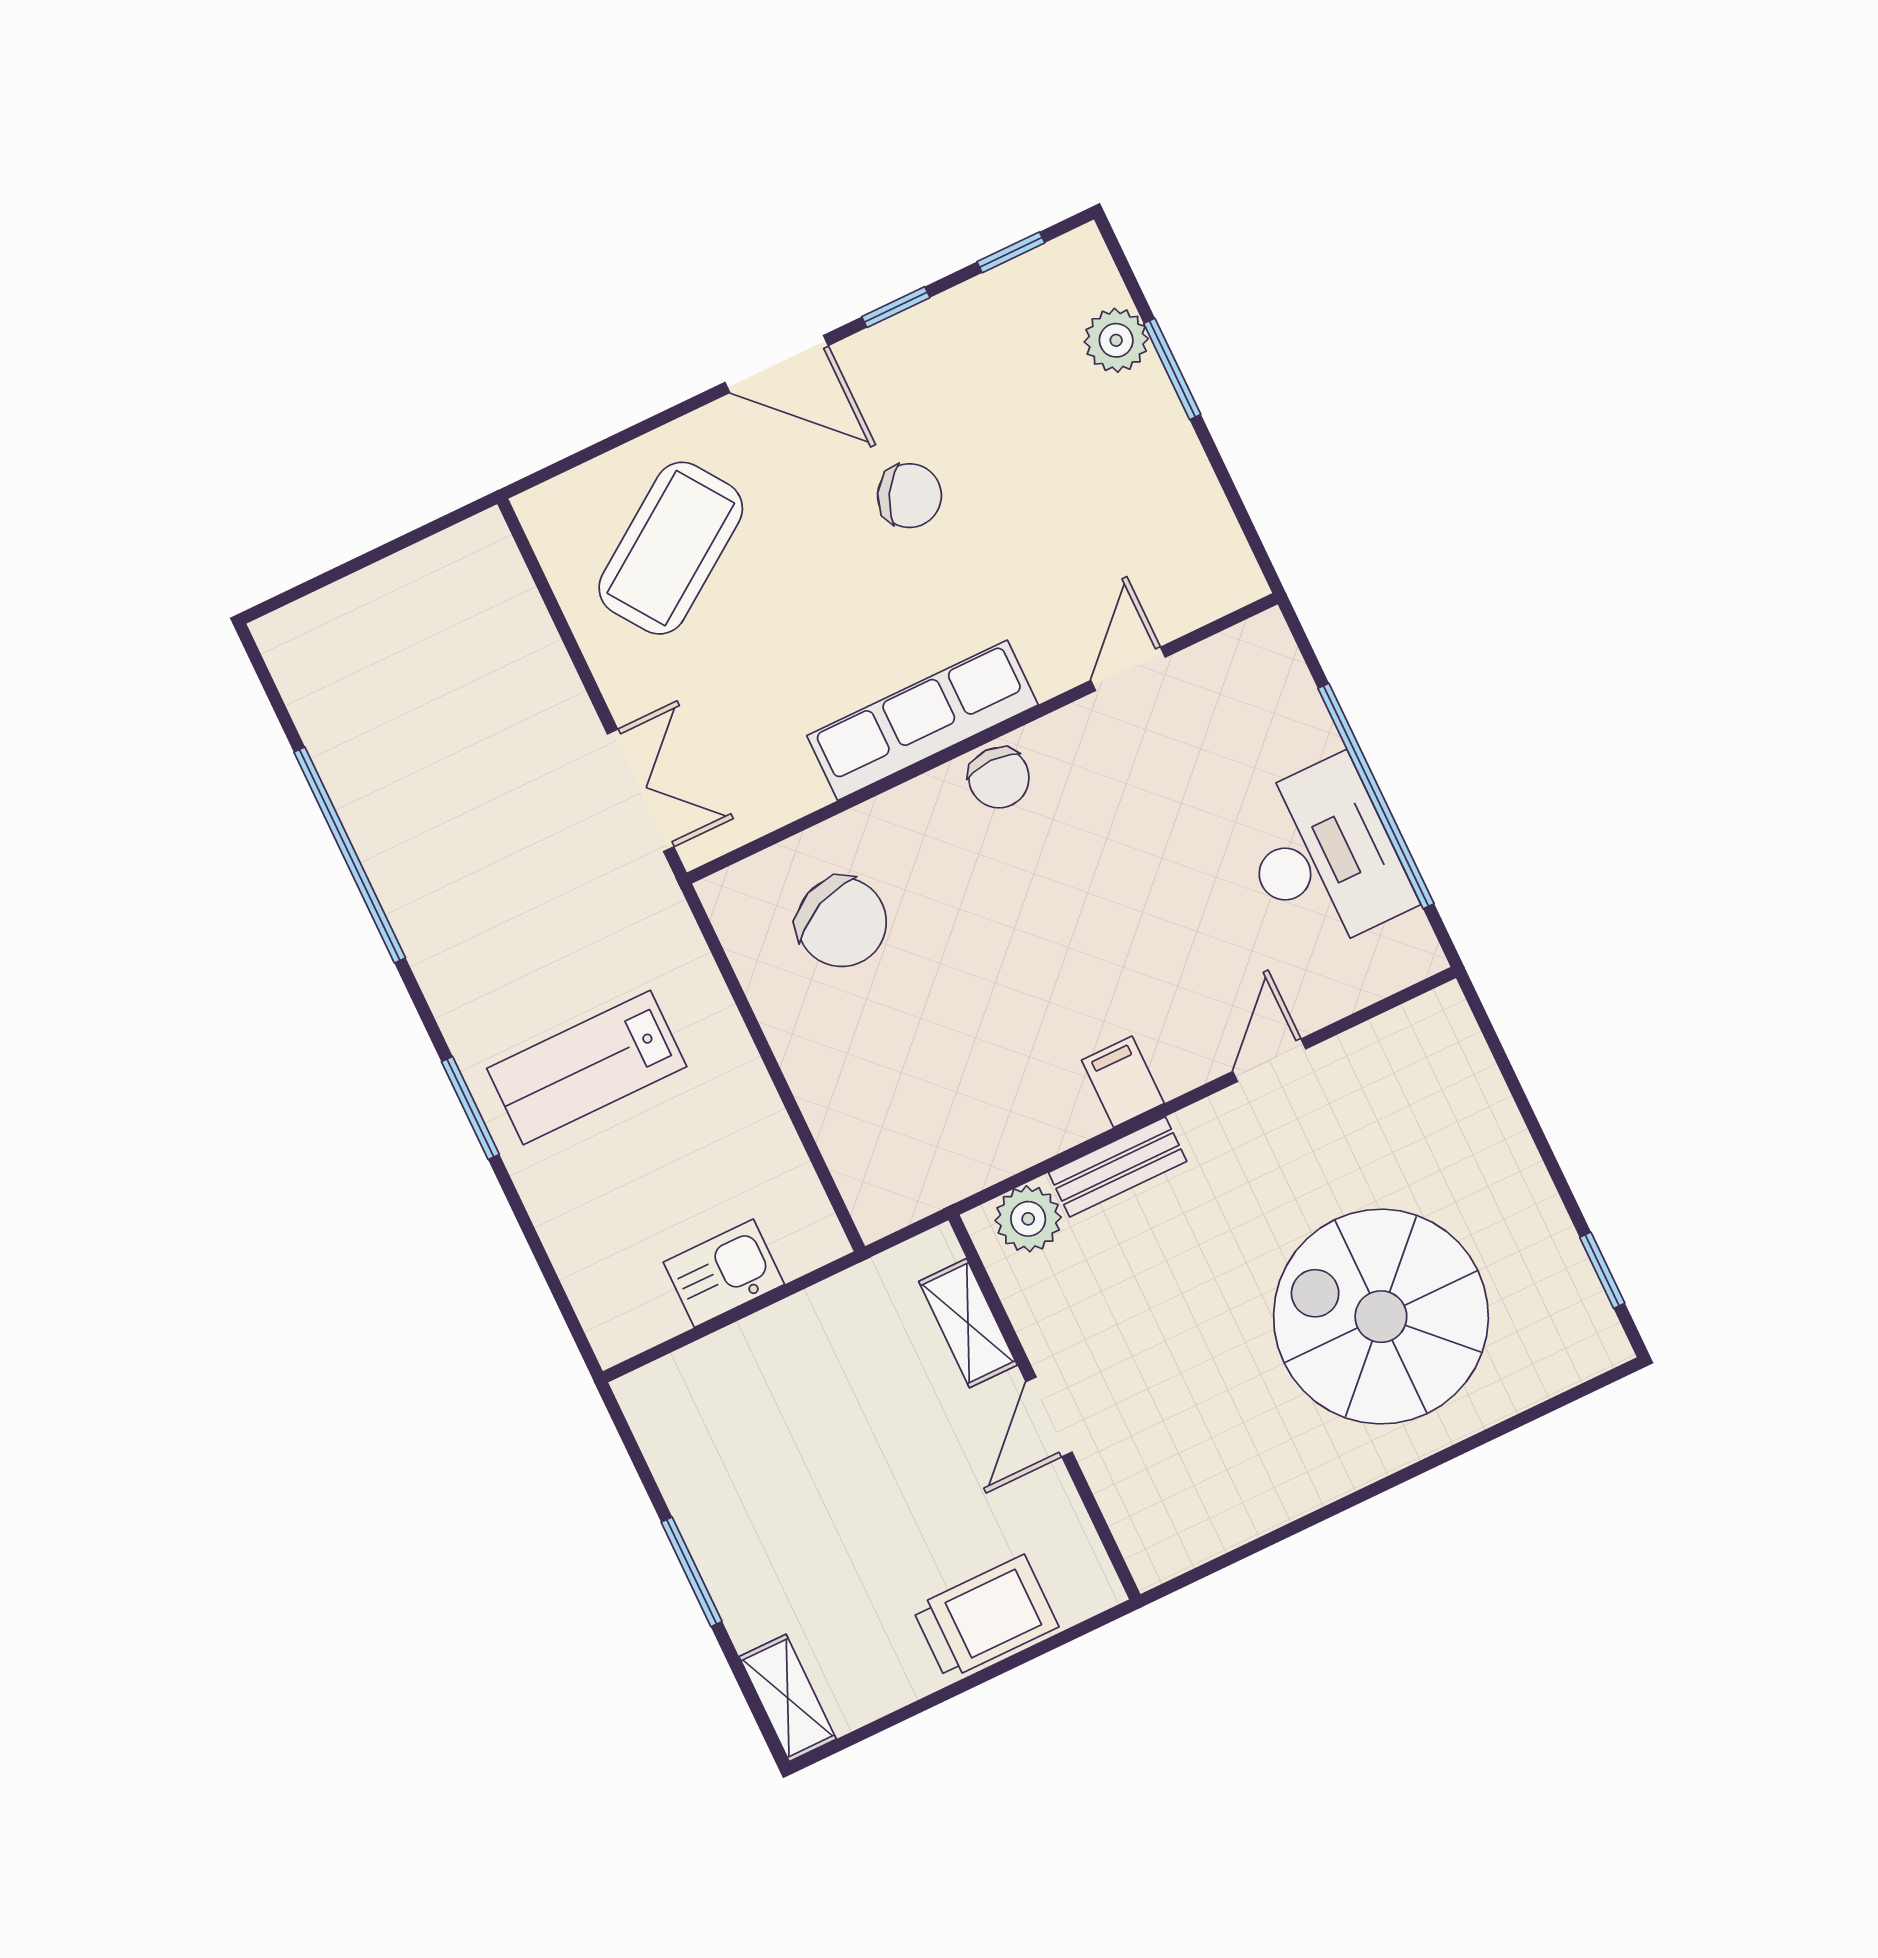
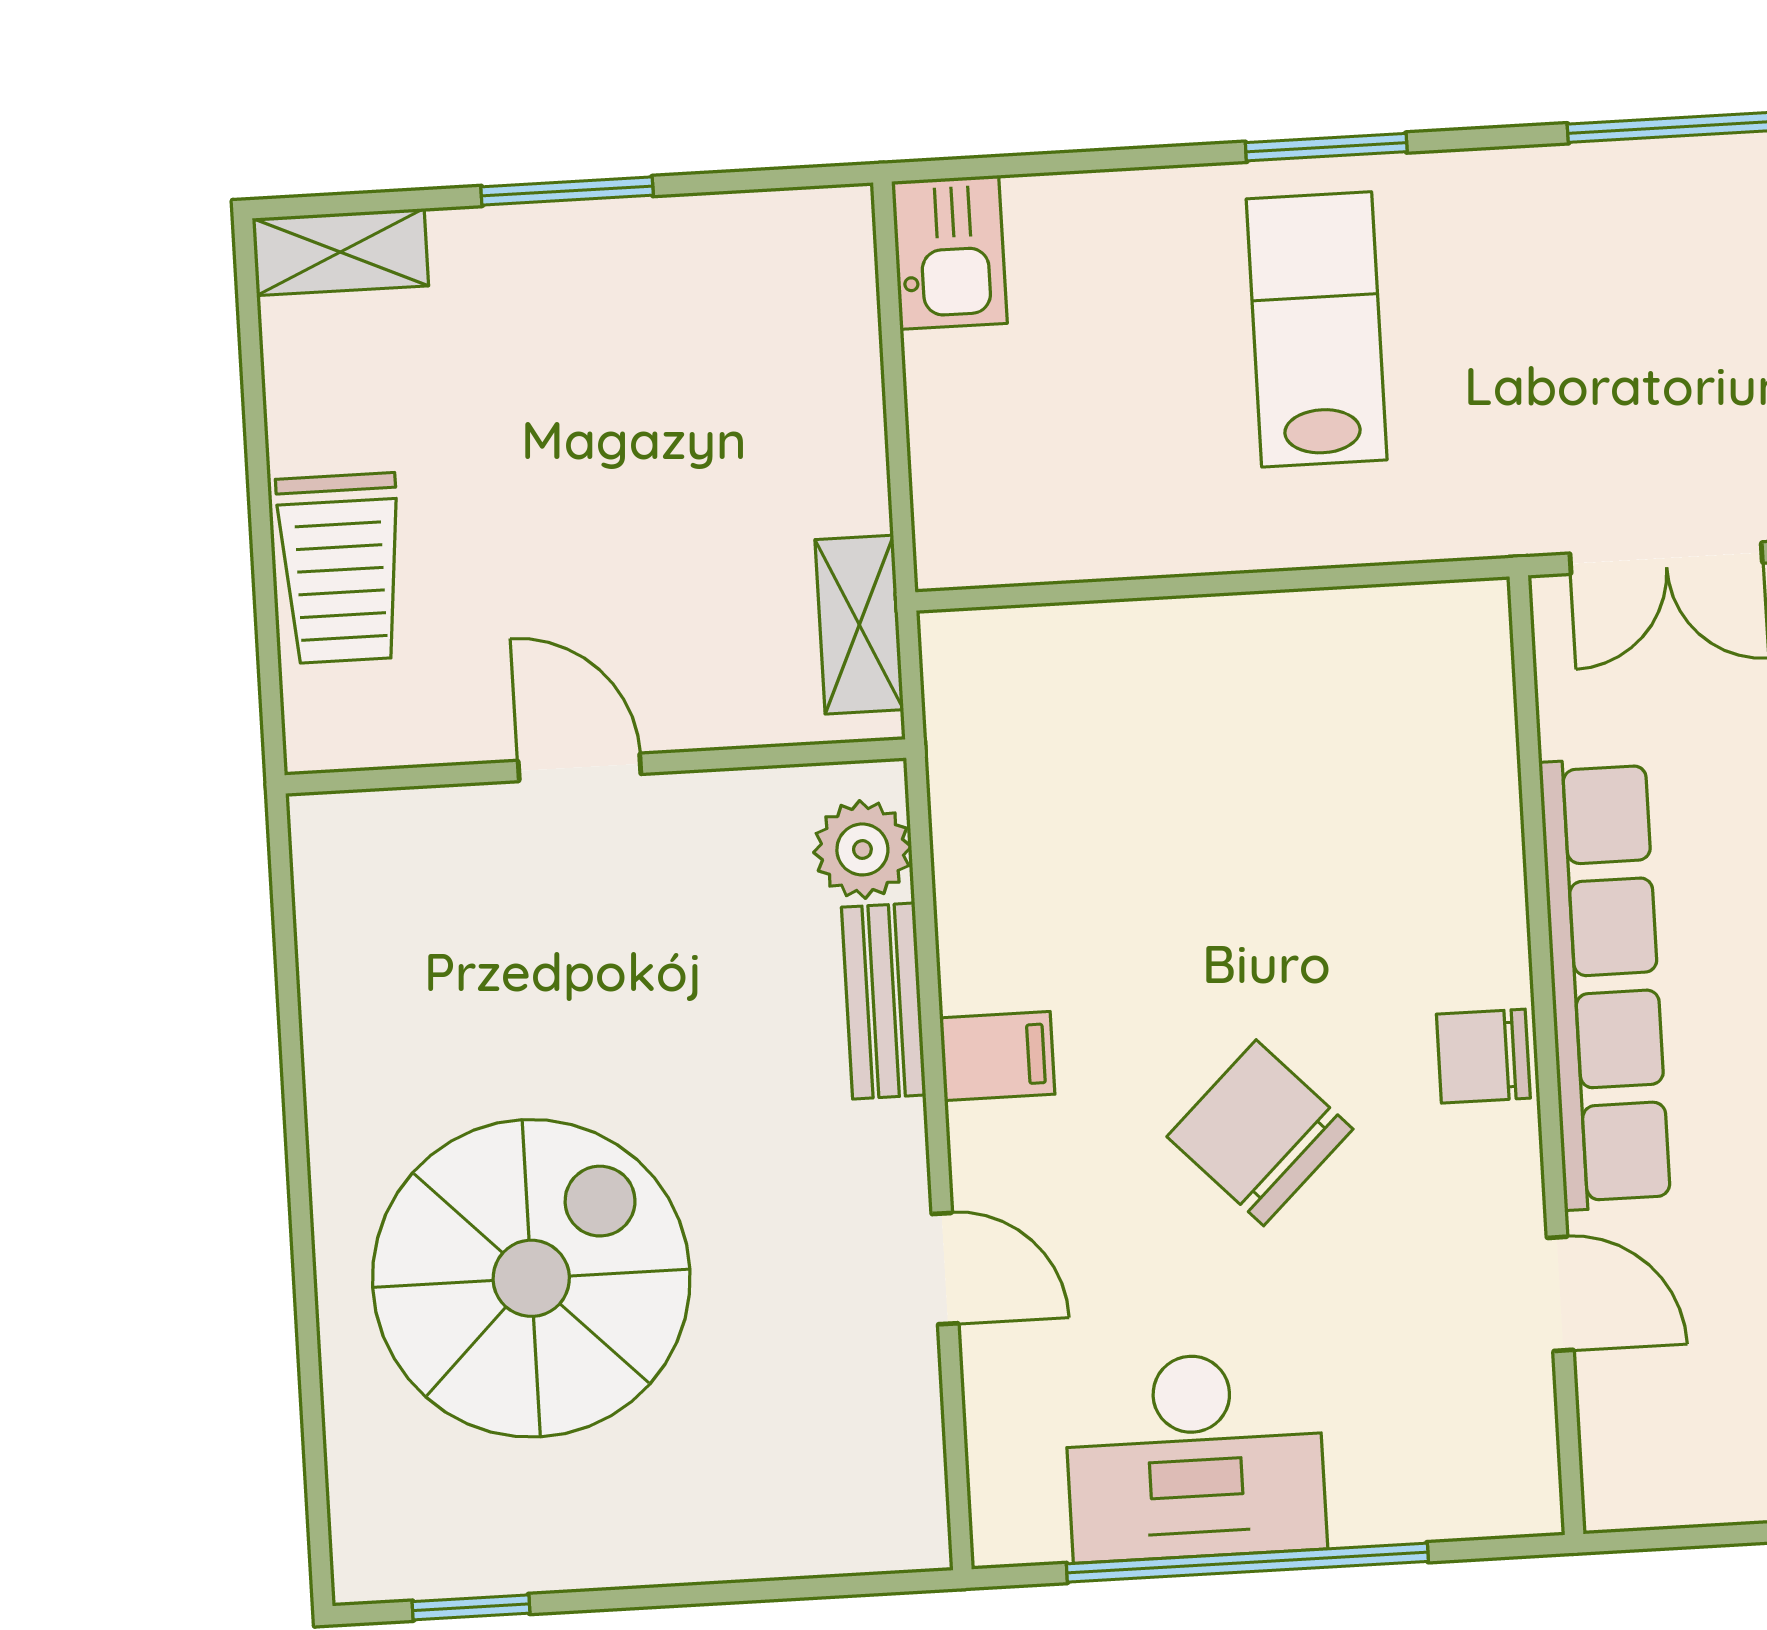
row of seats: (922, 720) -> (1605, 984), width x1.36
chair: (842, 922) -> (1260, 1133), moved, turned 70
kitchen sink: (724, 1273) -> (949, 252), moved
shelving: (968, 1323) -> (859, 625), moved, turned 90

